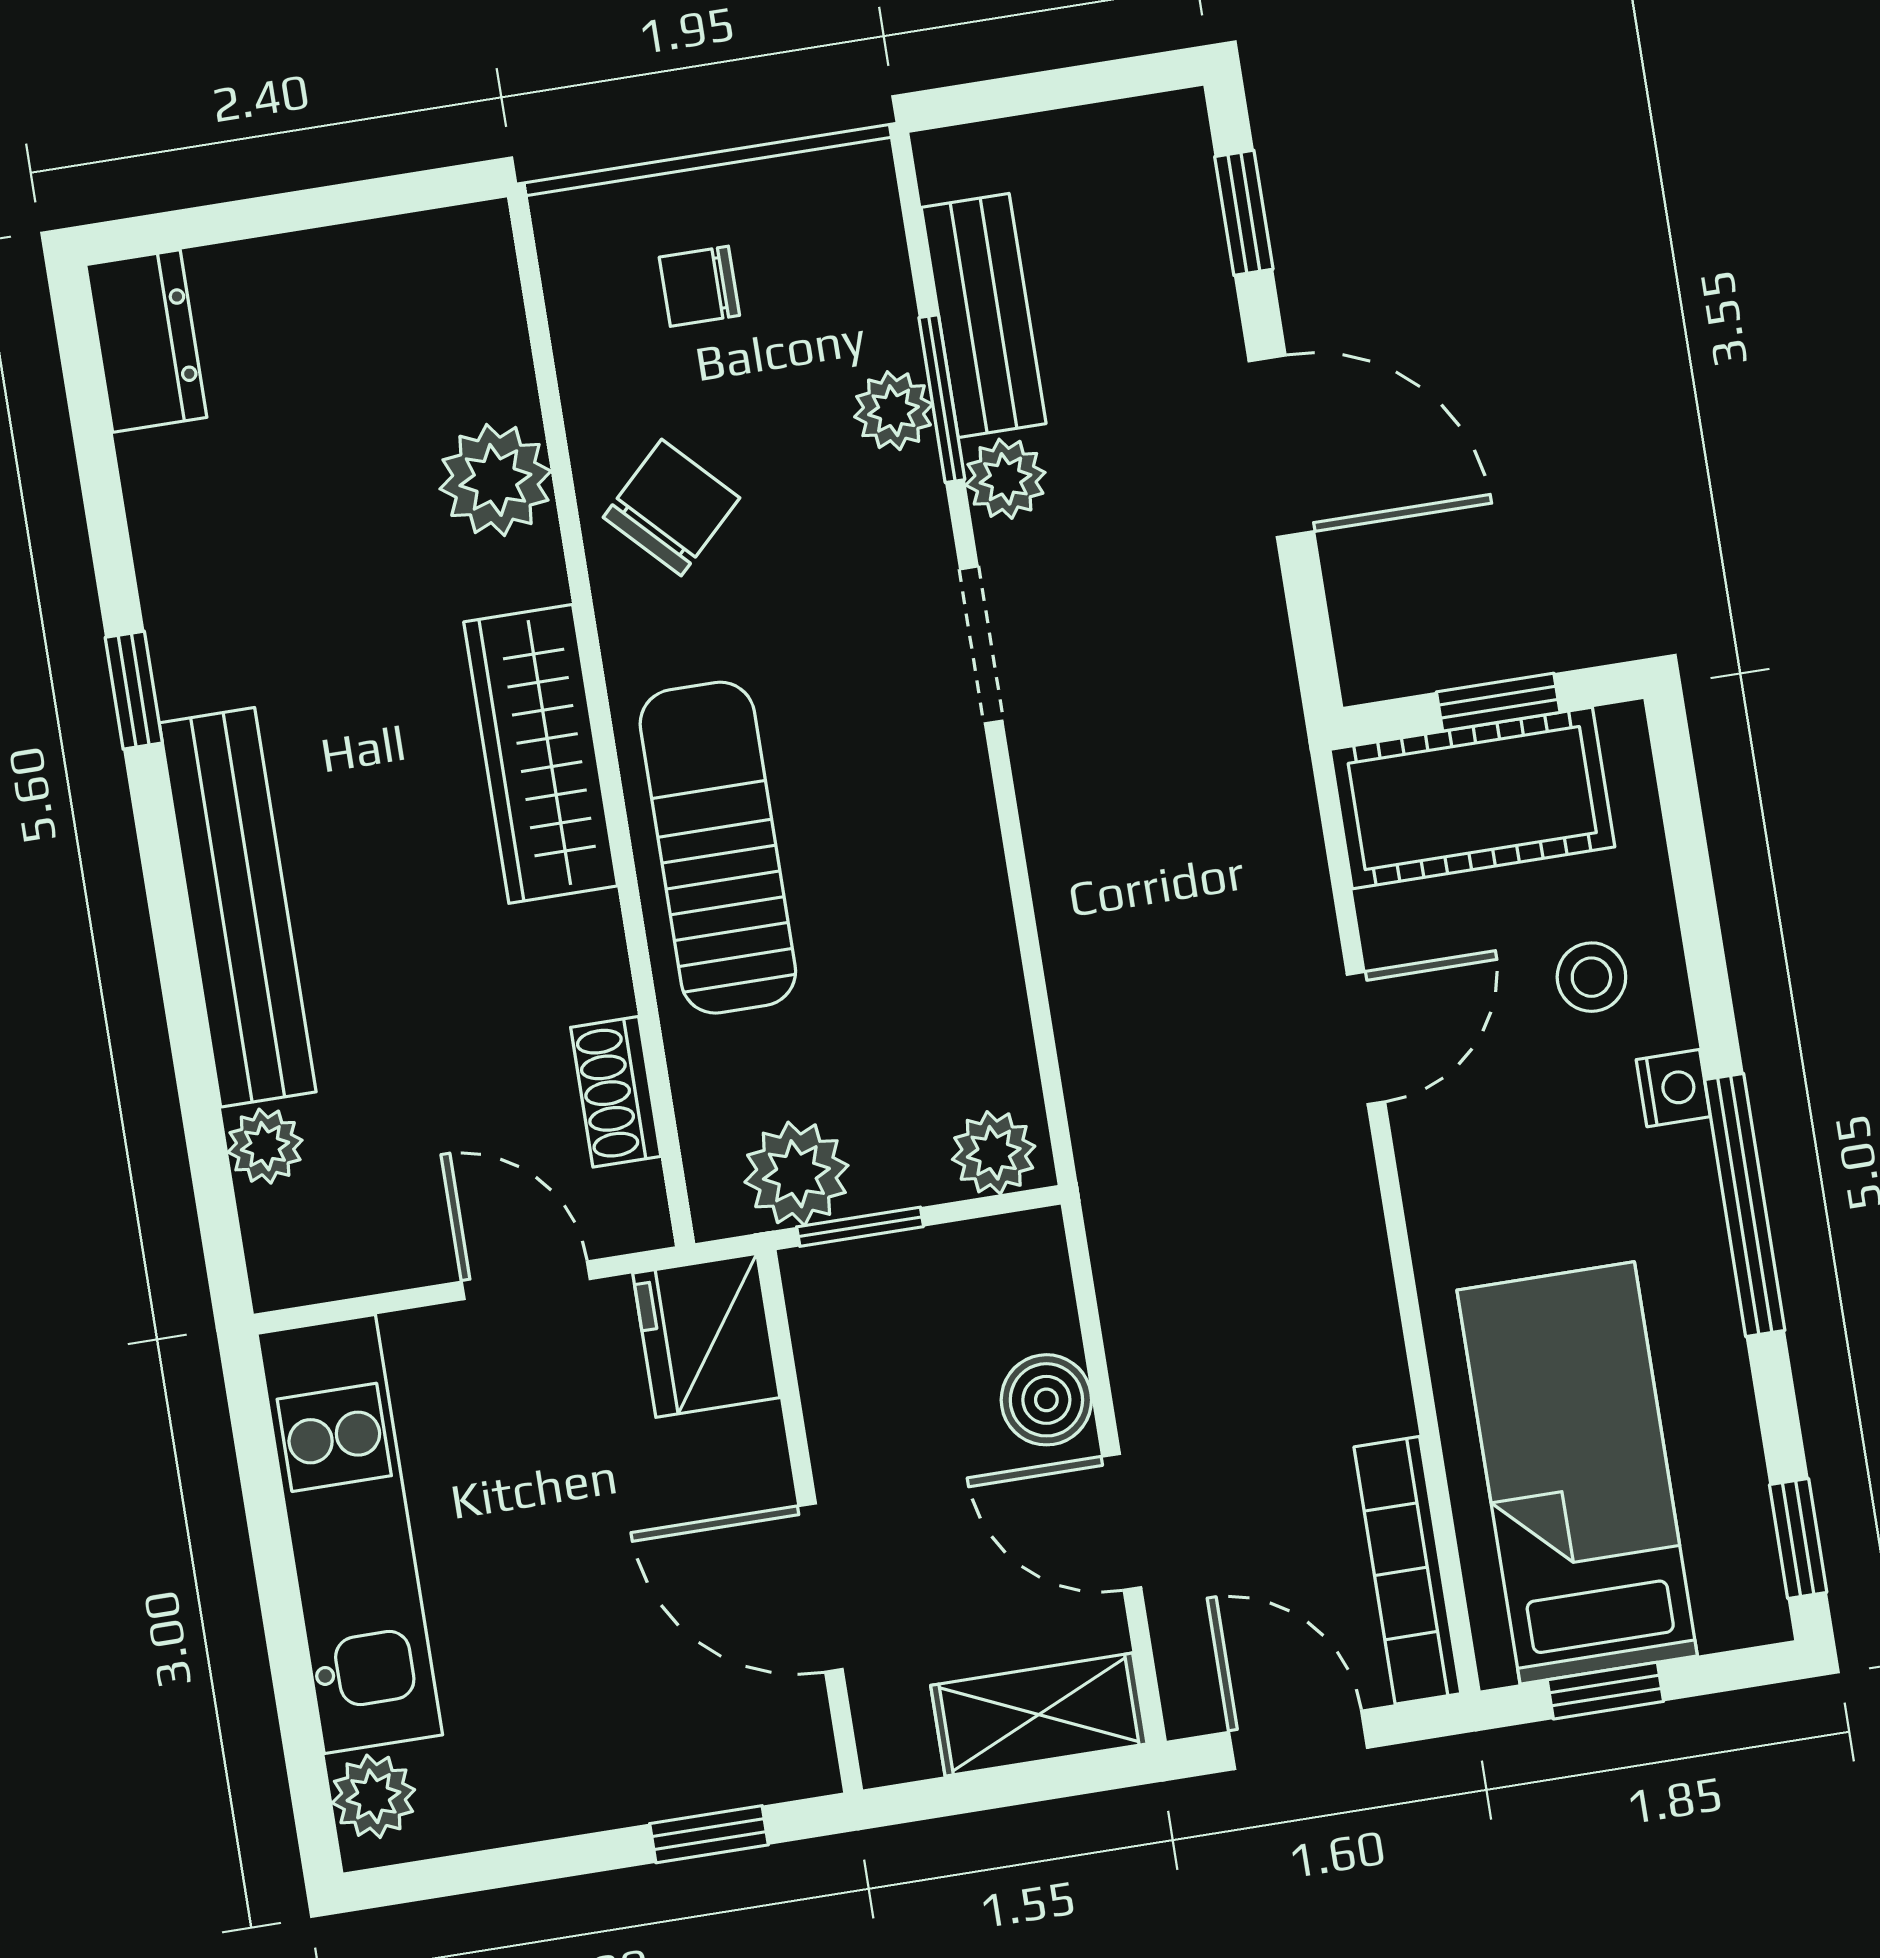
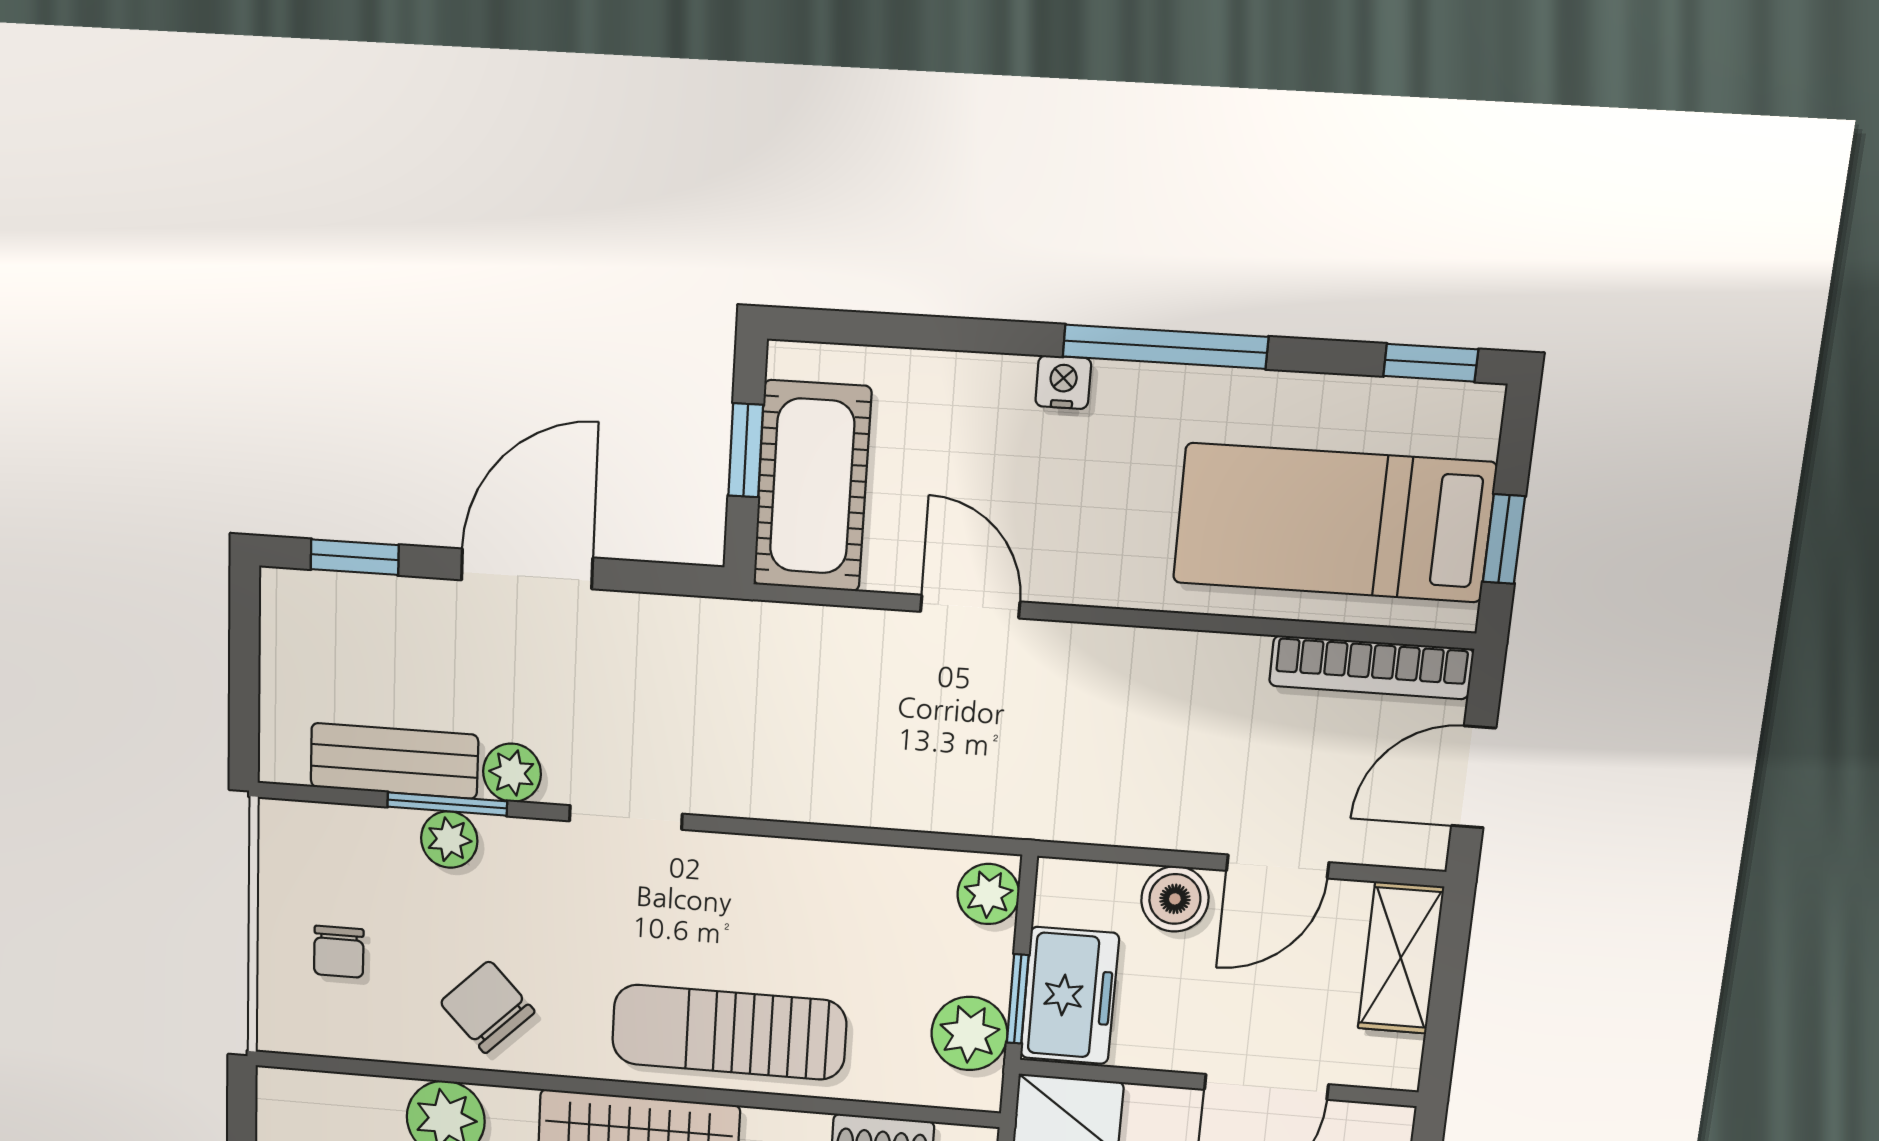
stool: (1591, 977) -> (965, 426), removed
freezer: (882, 1294) -> (1069, 996), added

